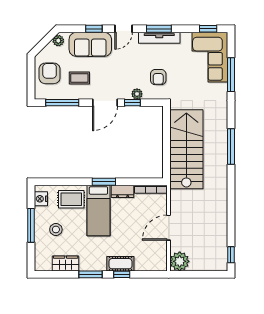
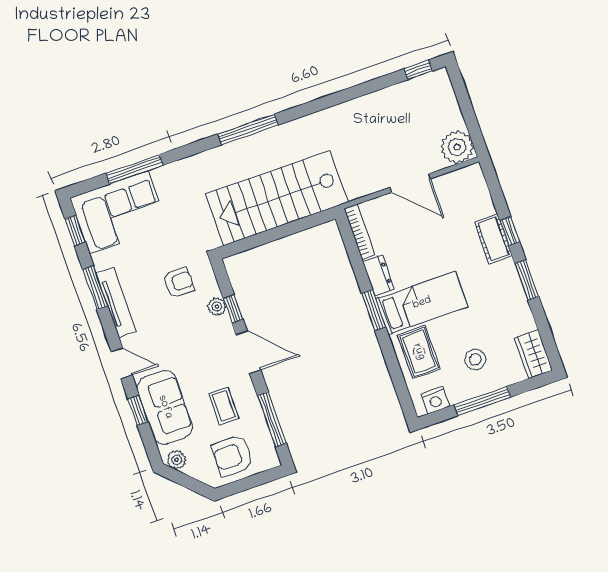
window: (159, 29) -> (95, 288), moved
wardrobe: (66, 263) -> (533, 354), moved

